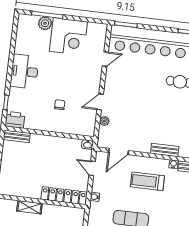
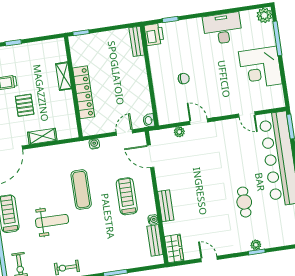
plant: (45, 23) -> (264, 15), moved
desk: (24, 71) -> (222, 29), moved
locker: (64, 196) -> (84, 92), moved

